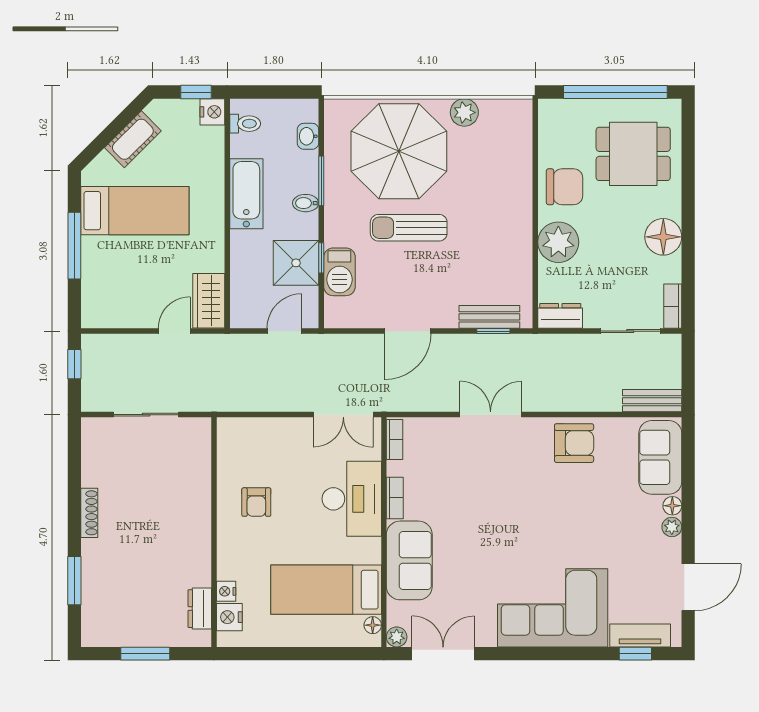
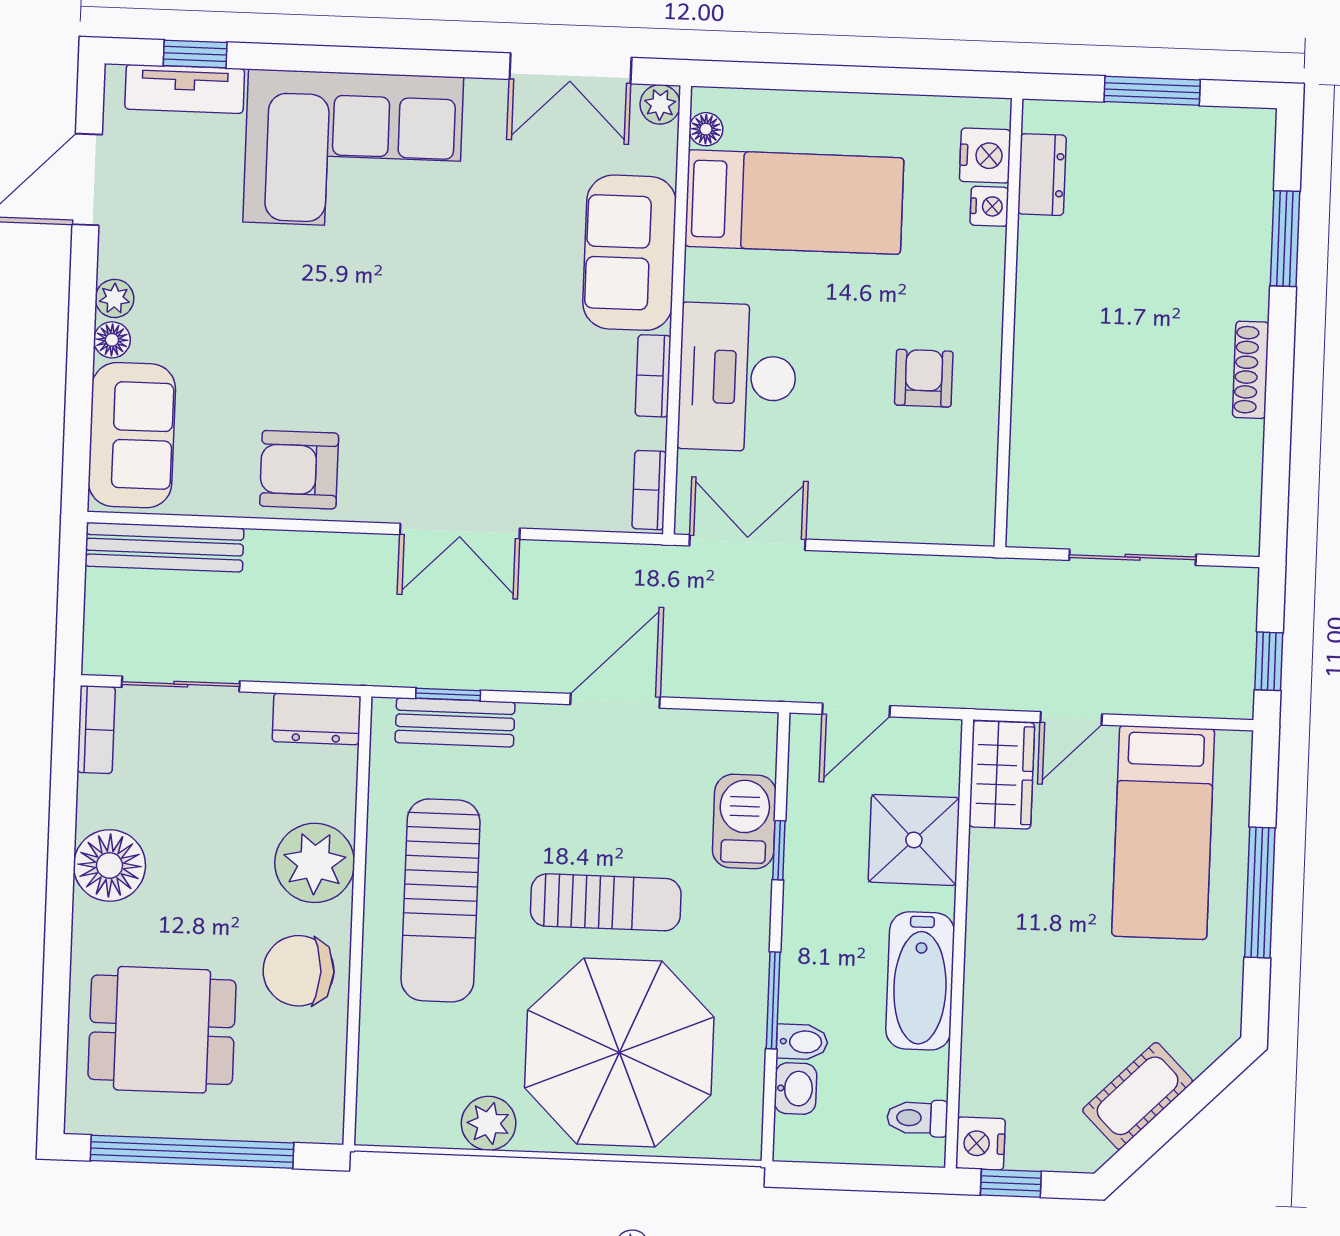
bidet: (306, 203) -> (802, 1042), moved
bed: (135, 211) -> (1163, 833), moved, turned -90
sun lounger: (493, 225) -> (440, 900), added
shower: (296, 263) -> (914, 840), moved
bench: (652, 401) -> (164, 547), width x1.36

